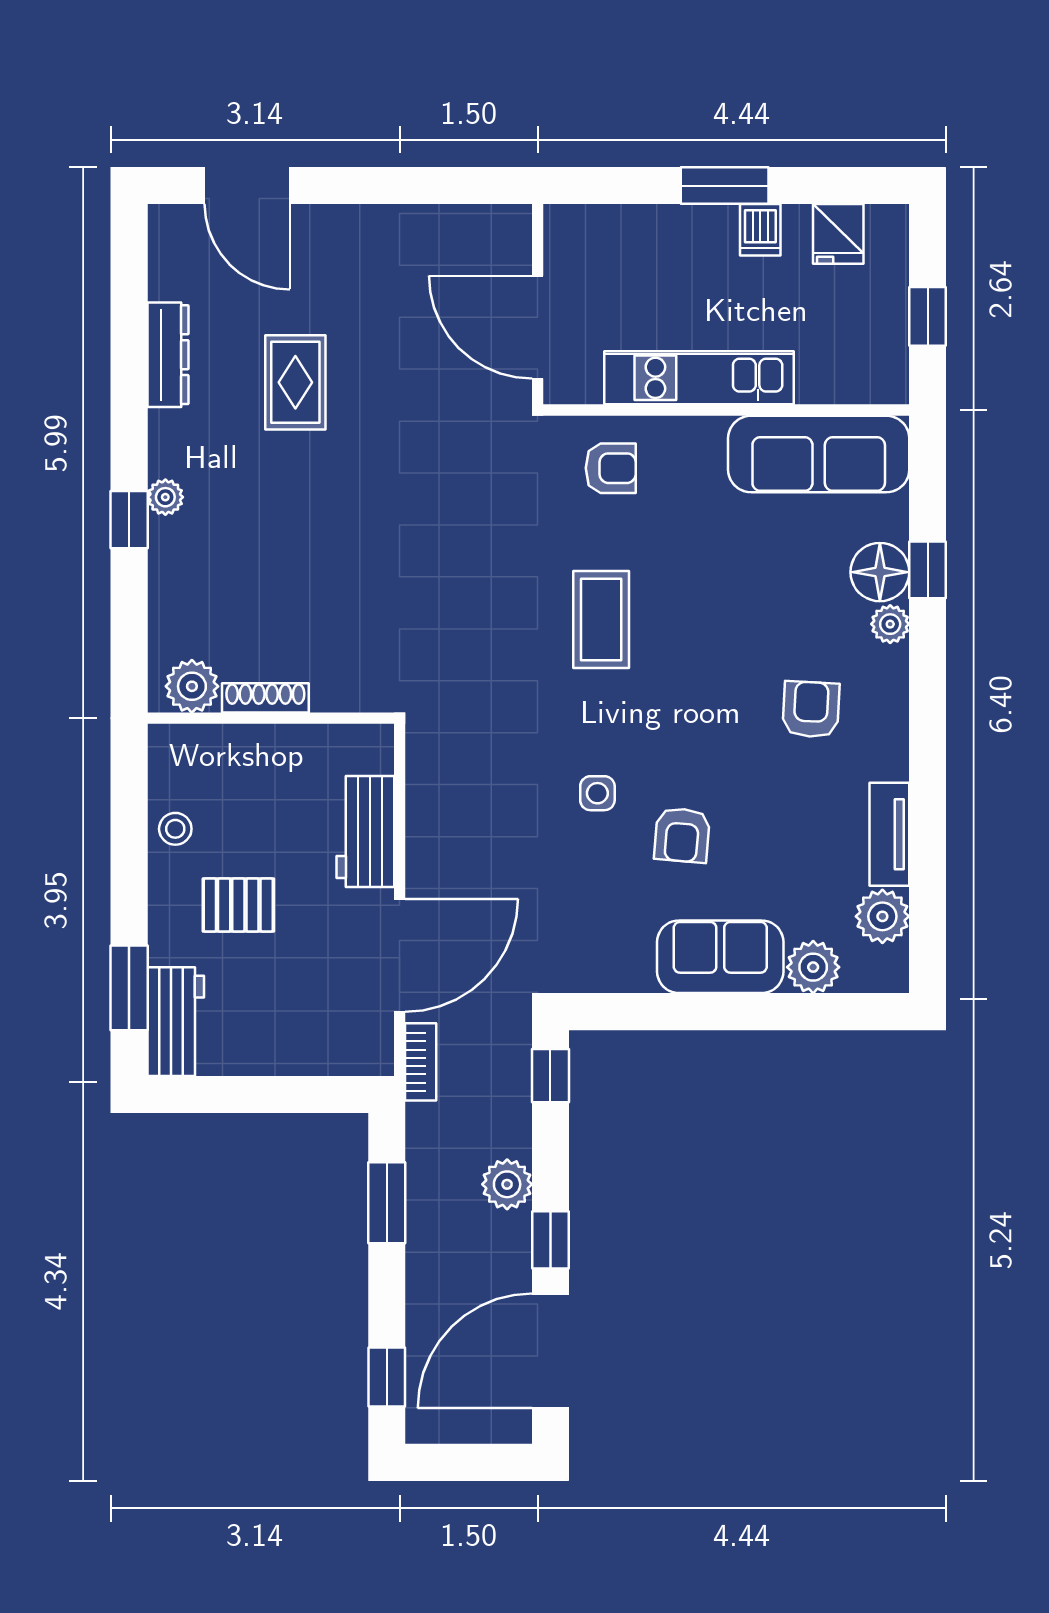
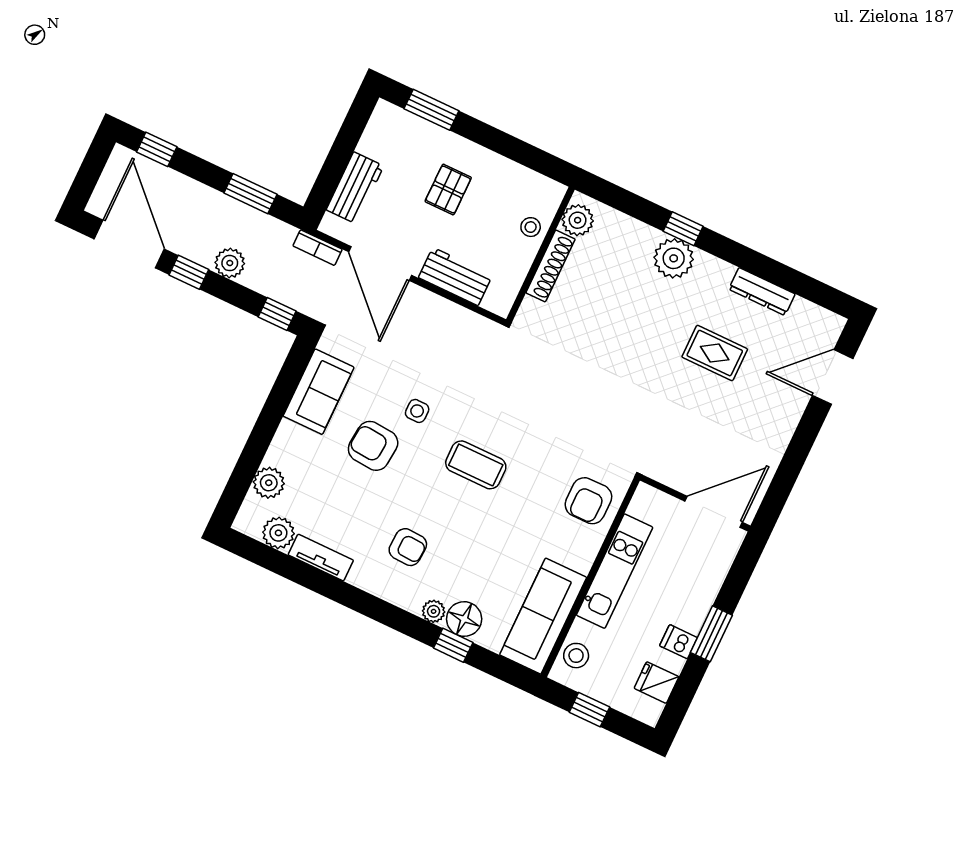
door: (538, 327) -> (714, 512), moved
stool: (855, 376) -> (576, 656), added
armchair: (611, 468) -> (588, 501), width x1.38, depth x1.38
plant: (165, 497) -> (674, 258), width x1.88, depth x1.88
coffee table: (601, 619) -> (476, 465), moved
shoe rack: (265, 698) -> (551, 266), width x1.36, depth x1.24
stool: (175, 829) -> (531, 227), moved
armchair: (682, 835) -> (373, 446), width x1.38, depth x1.38
sofa: (720, 957) -> (319, 392), moved
workbench: (176, 1022) -> (355, 188), moved, turned -90

